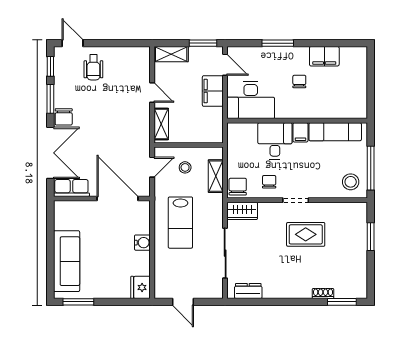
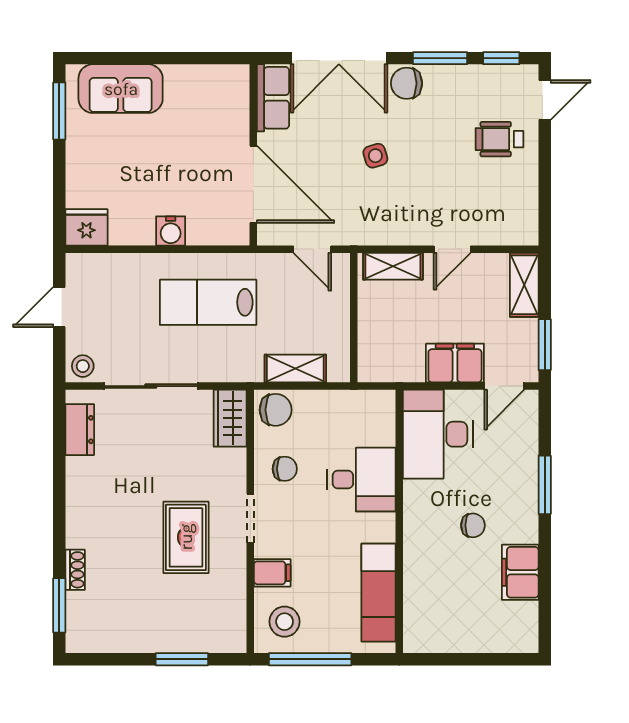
filing cabinet: (300, 132) -> (272, 573), moved, turned 180
side table: (102, 133) -> (375, 156), added
stool: (185, 167) -> (83, 366), moved
door: (118, 198) -> (253, 184), hinge flipped
sofa: (67, 261) -> (121, 89), width x0.73

